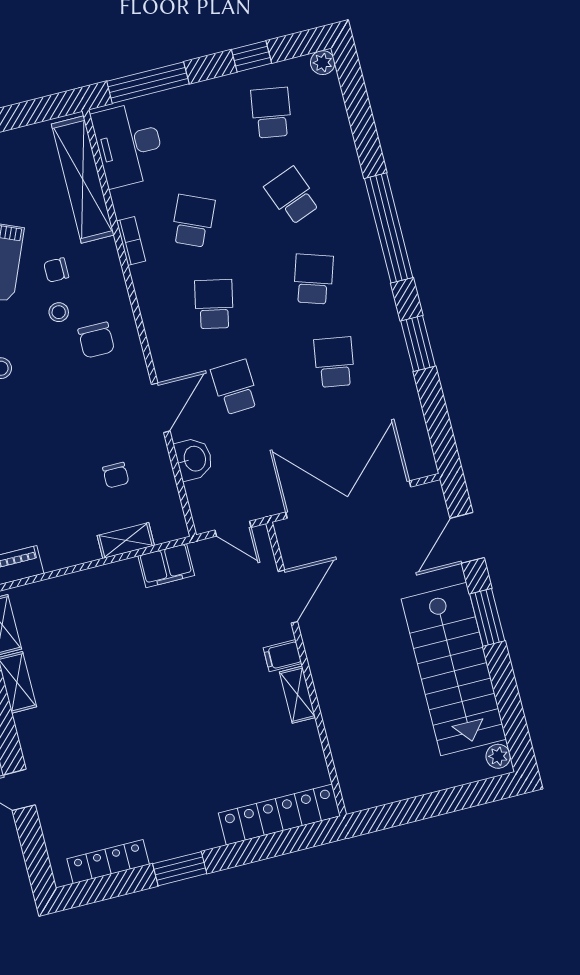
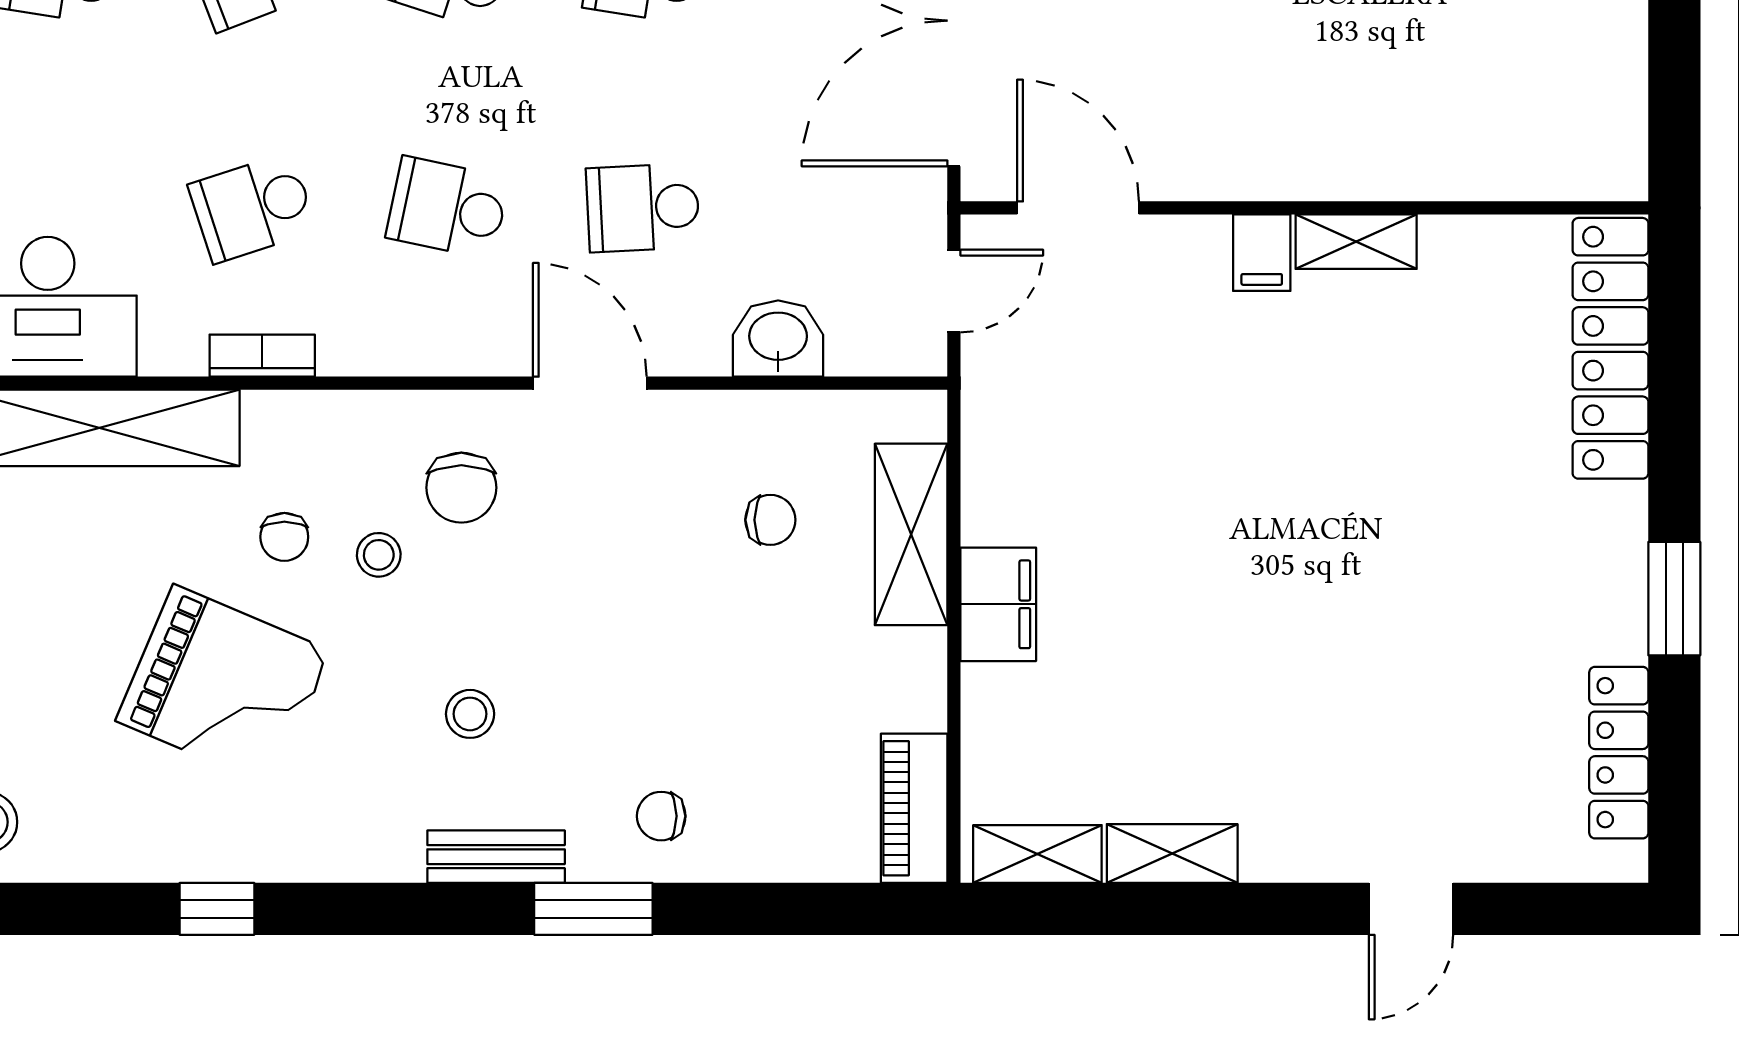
school desk: (193, 221) -> (252, 208), turned -42
chair: (96, 340) -> (461, 488), turned 90
door: (161, 408) -> (590, 383), moved
shelving: (126, 541) -> (911, 534), width x1.50, depth x1.33
filing cabinet: (166, 566) -> (998, 604), moved
door: (288, 597) -> (1078, 208), moved

